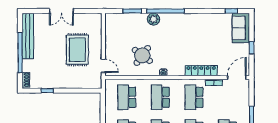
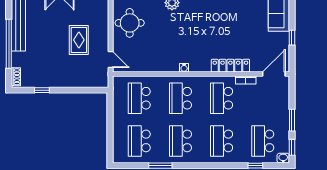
rug: (77, 50) -> (79, 40), width x0.73, depth x0.70
round table: (142, 55) -> (130, 23), moved, turned -36

